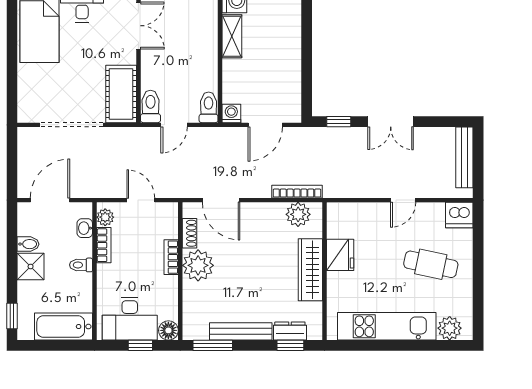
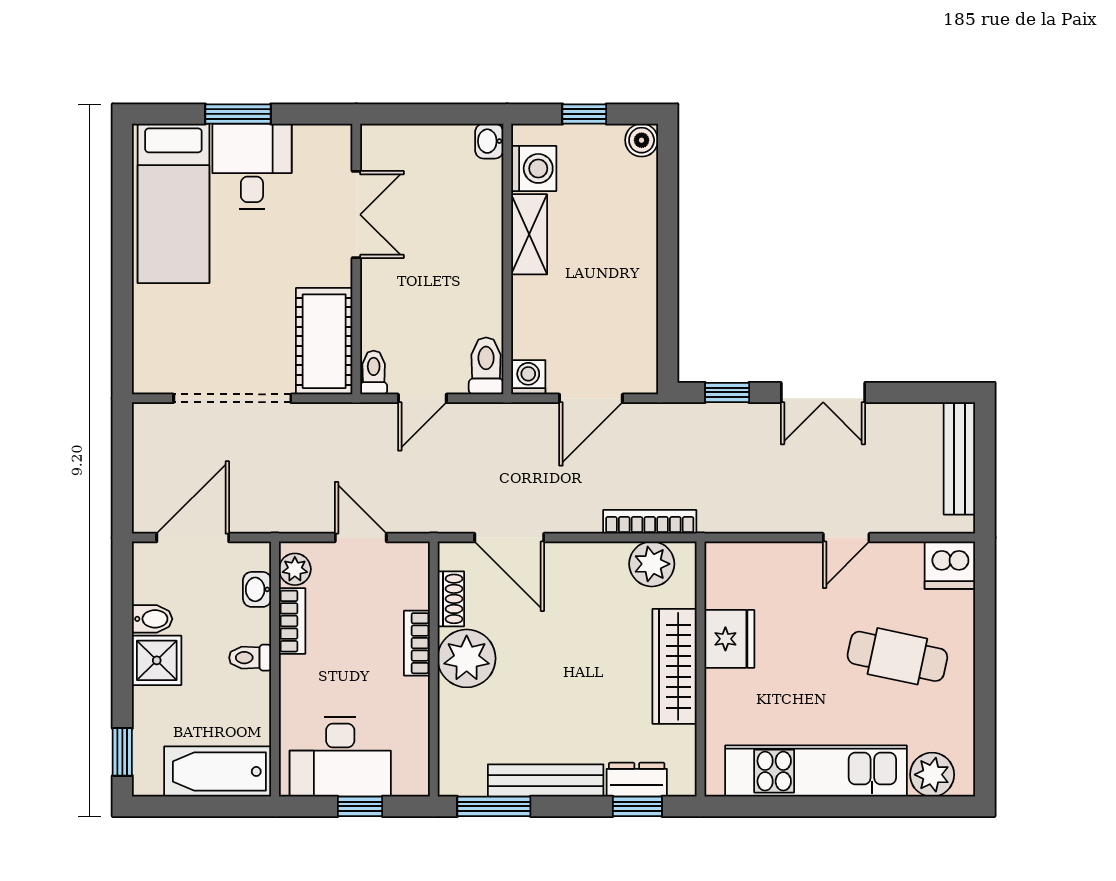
toilet: (150, 106) -> (374, 373), width x0.73, depth x0.72
floor lamp: (168, 330) -> (412, 779), removed

